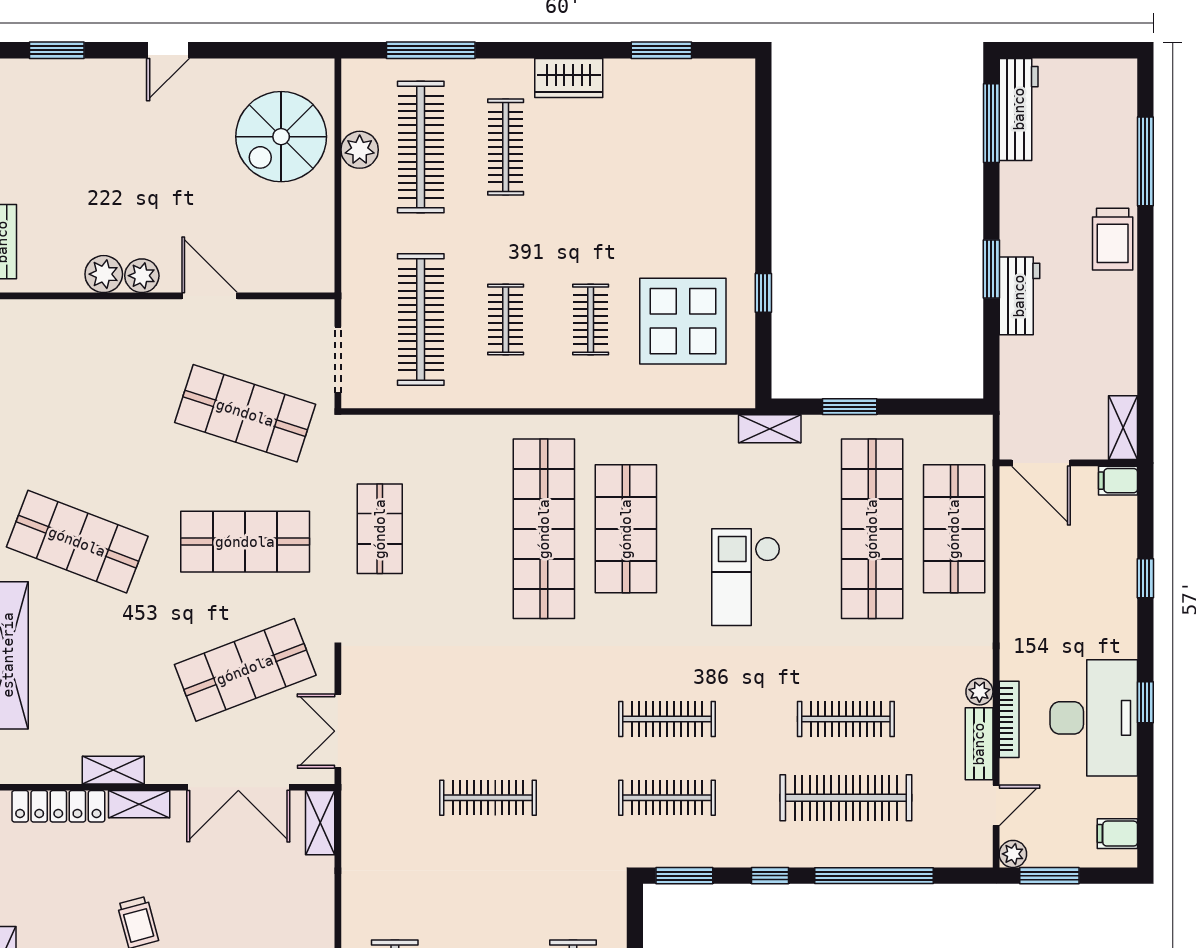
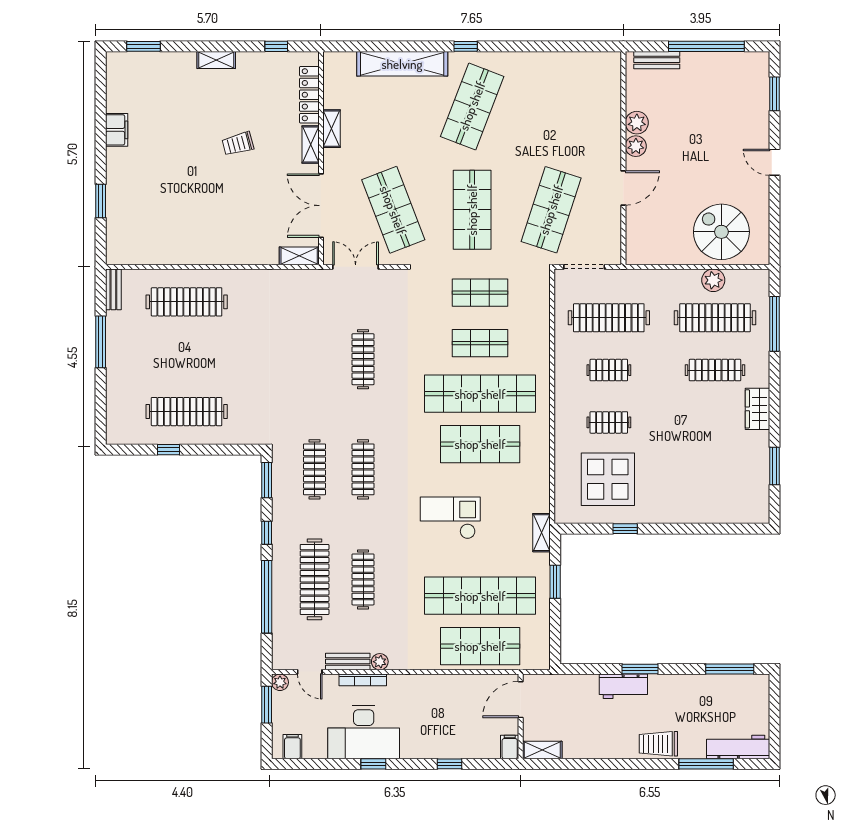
workbench: (1019, 109) -> (738, 747), moved, turned 180
shop shelf: (462, 529) -> (480, 343), added
clothes rail: (488, 798) -> (363, 359), moved

